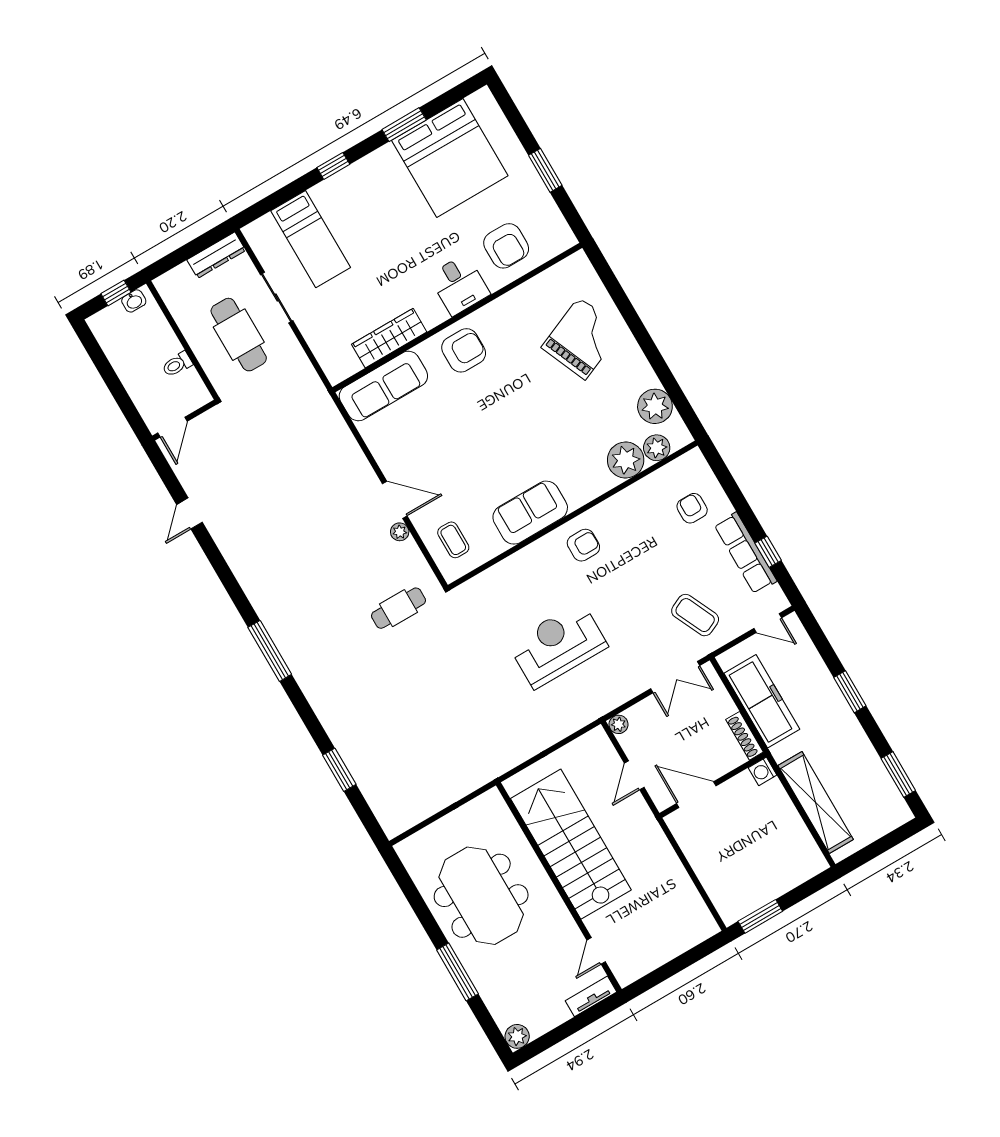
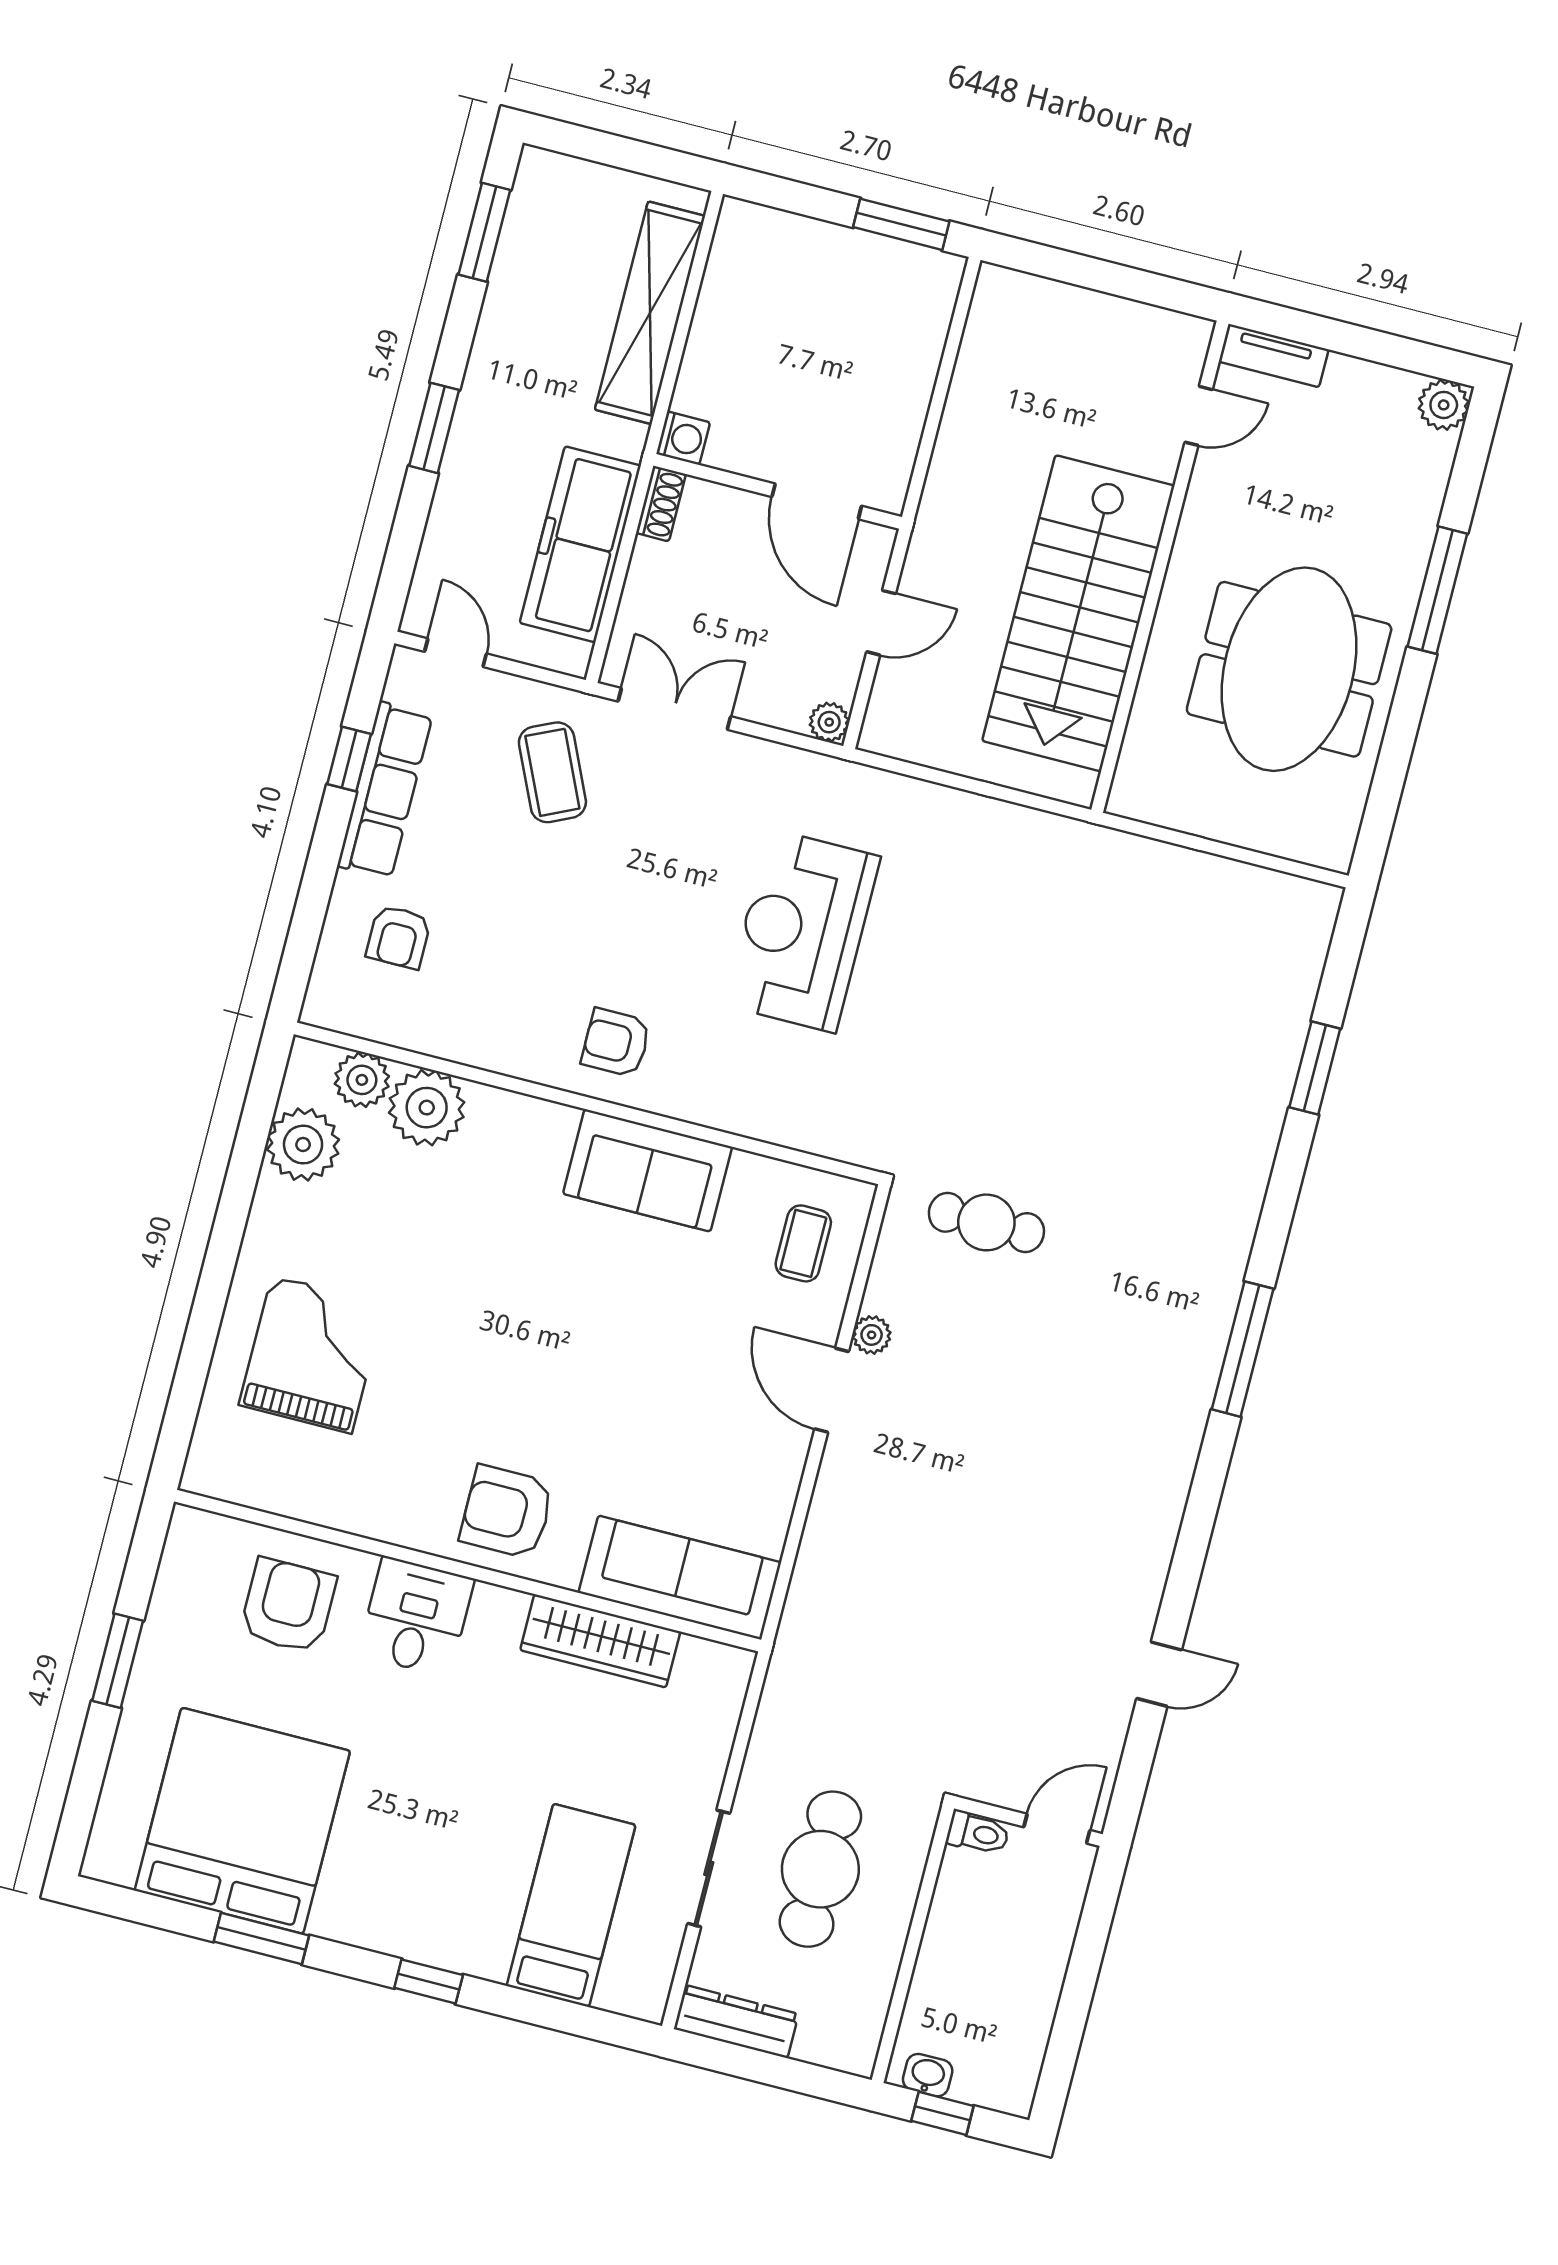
grand piano: (582, 338) -> (312, 1354), turned 113
toilet: (177, 364) -> (978, 1833), moved
reception desk: (558, 645) -> (802, 931), turned 90
shoe rack: (745, 736) -> (661, 504), width x0.70

